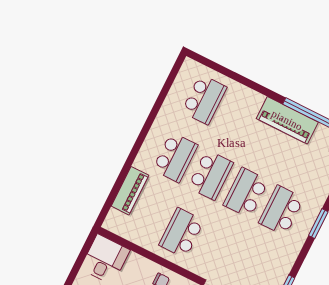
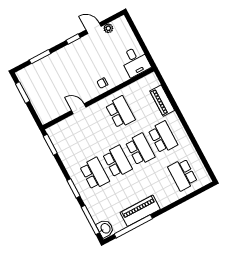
school desk: (175, 157) -> (163, 137), turned 180
school desk: (211, 175) -> (140, 149), turned 180

